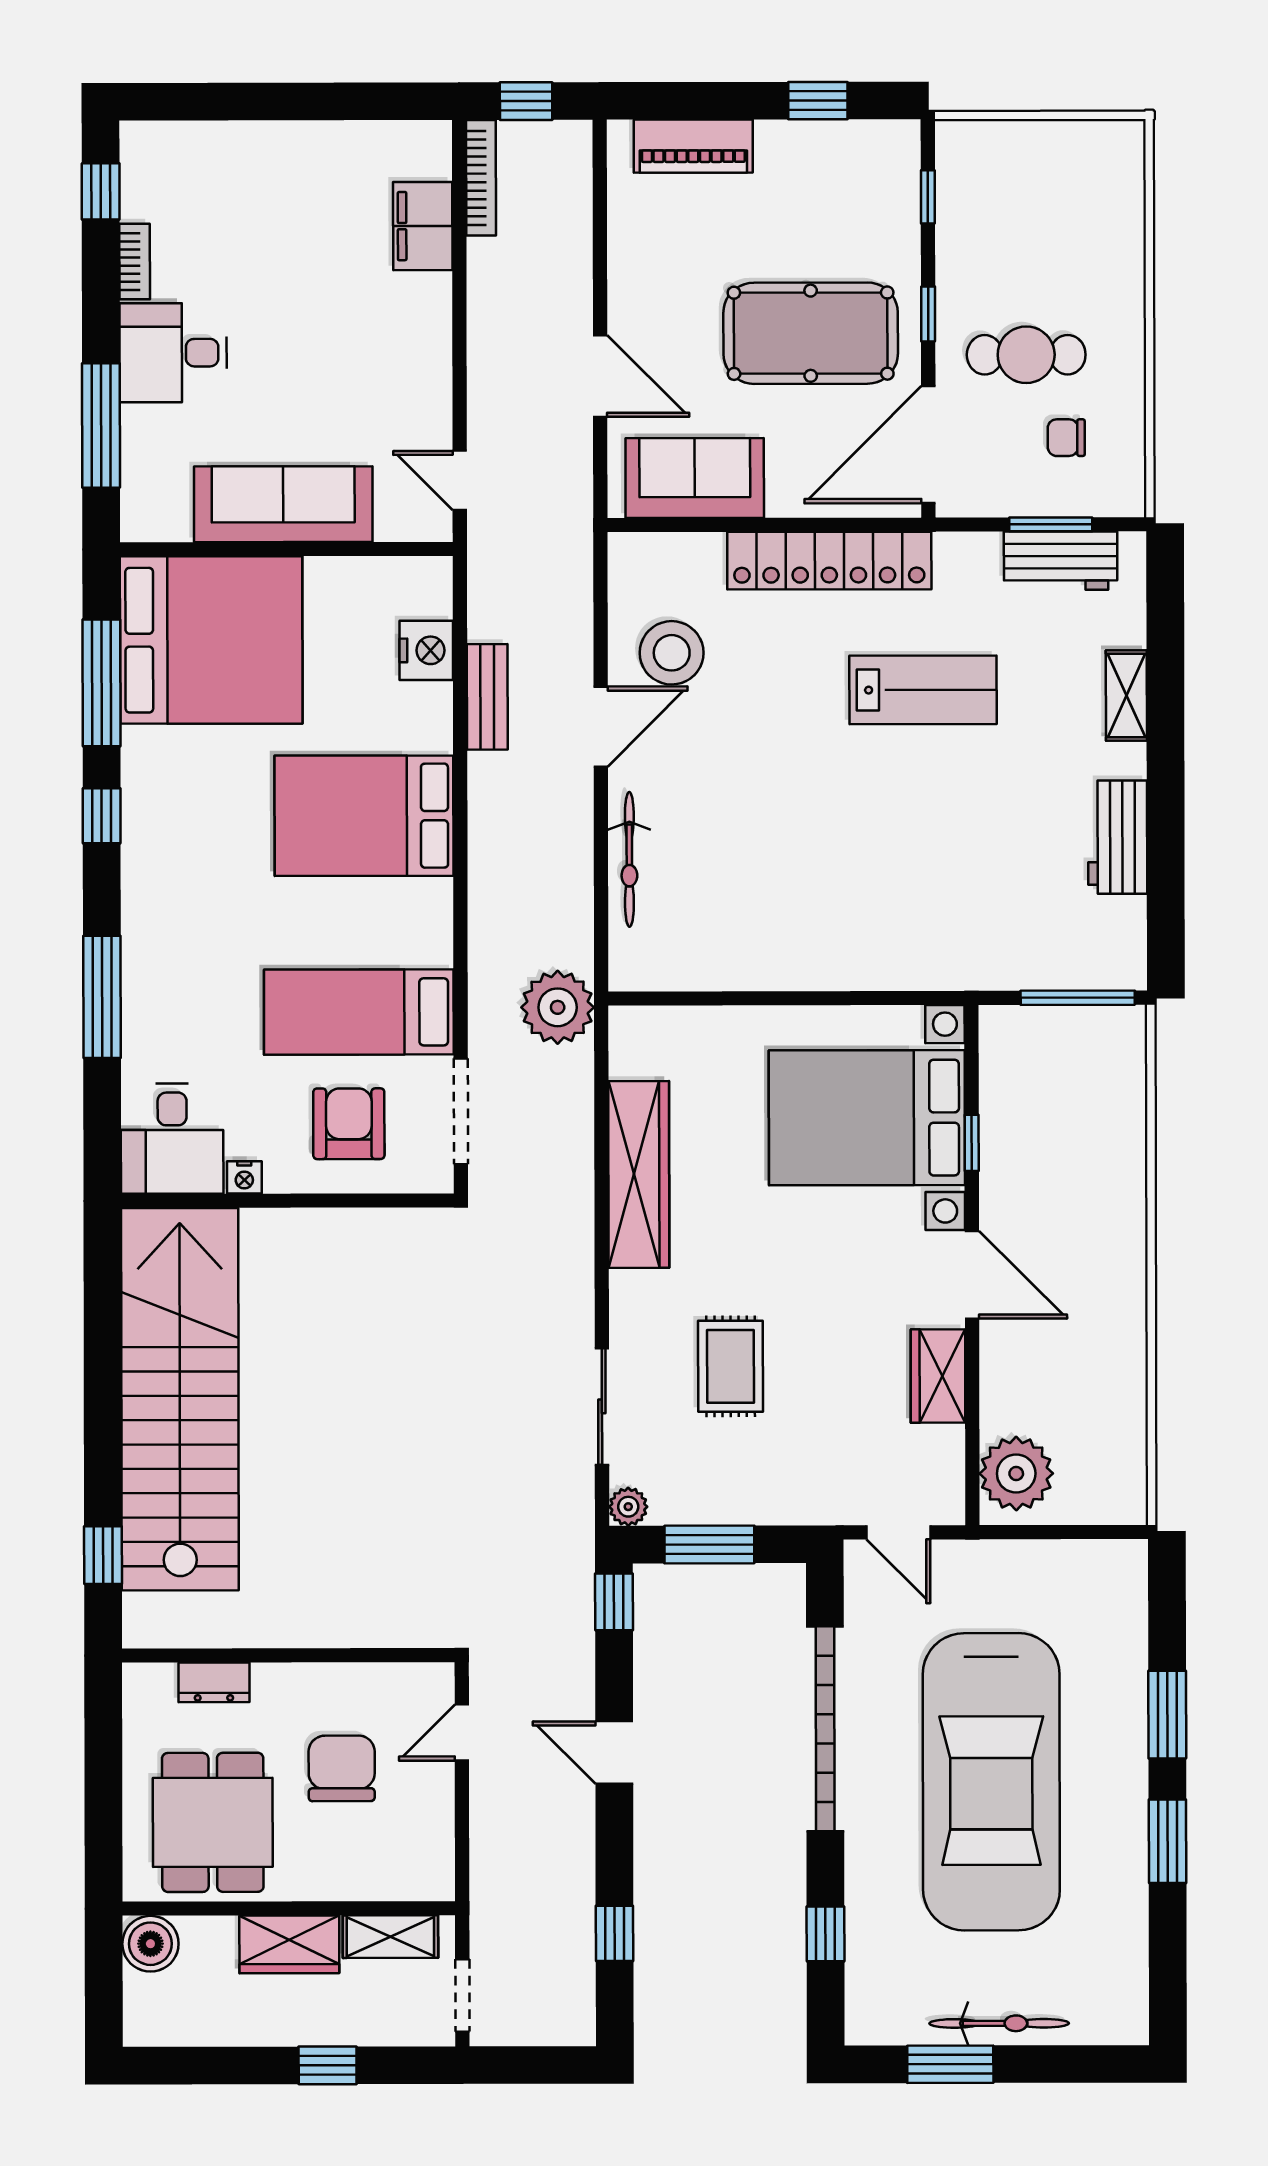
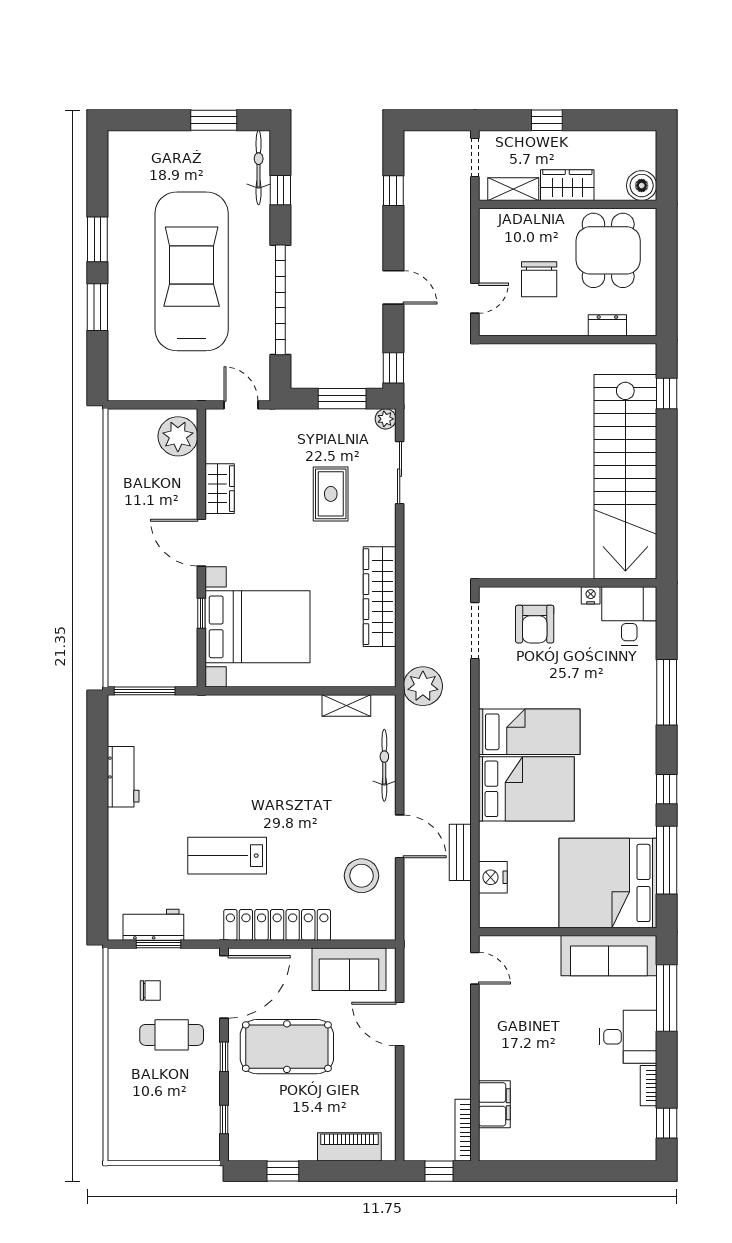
sofa: (283, 504) -> (609, 956), moved
shelving: (1126, 696) -> (346, 705), moved, turned 90
door: (601, 727) -> (400, 836), swing flipped
bed: (359, 1012) -> (529, 732), moved
bicycle: (999, 2023) -> (259, 168), moved, turned 90

